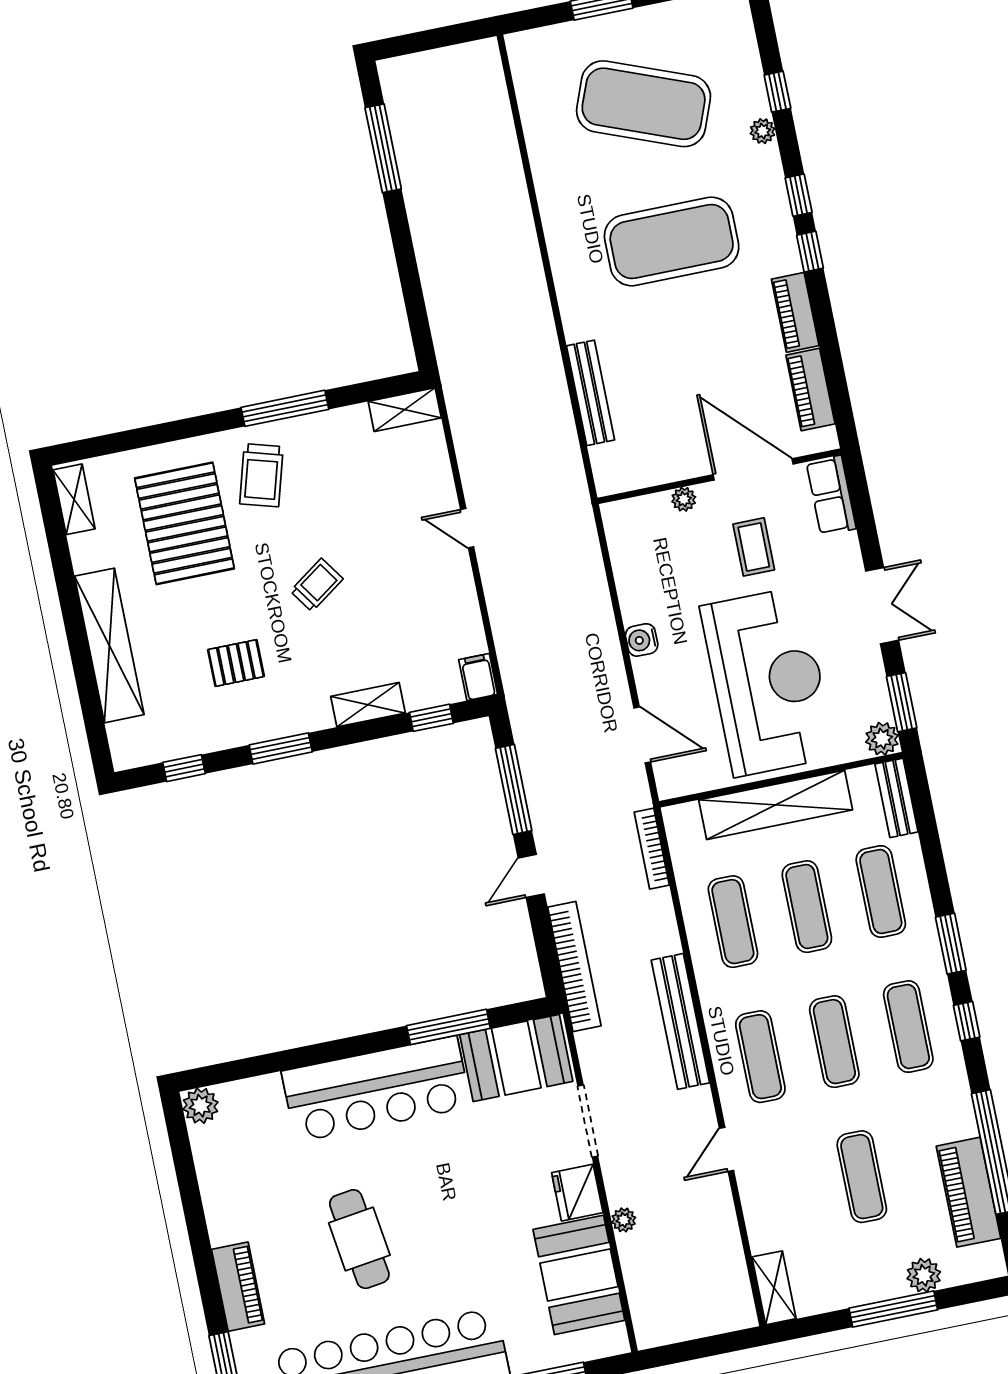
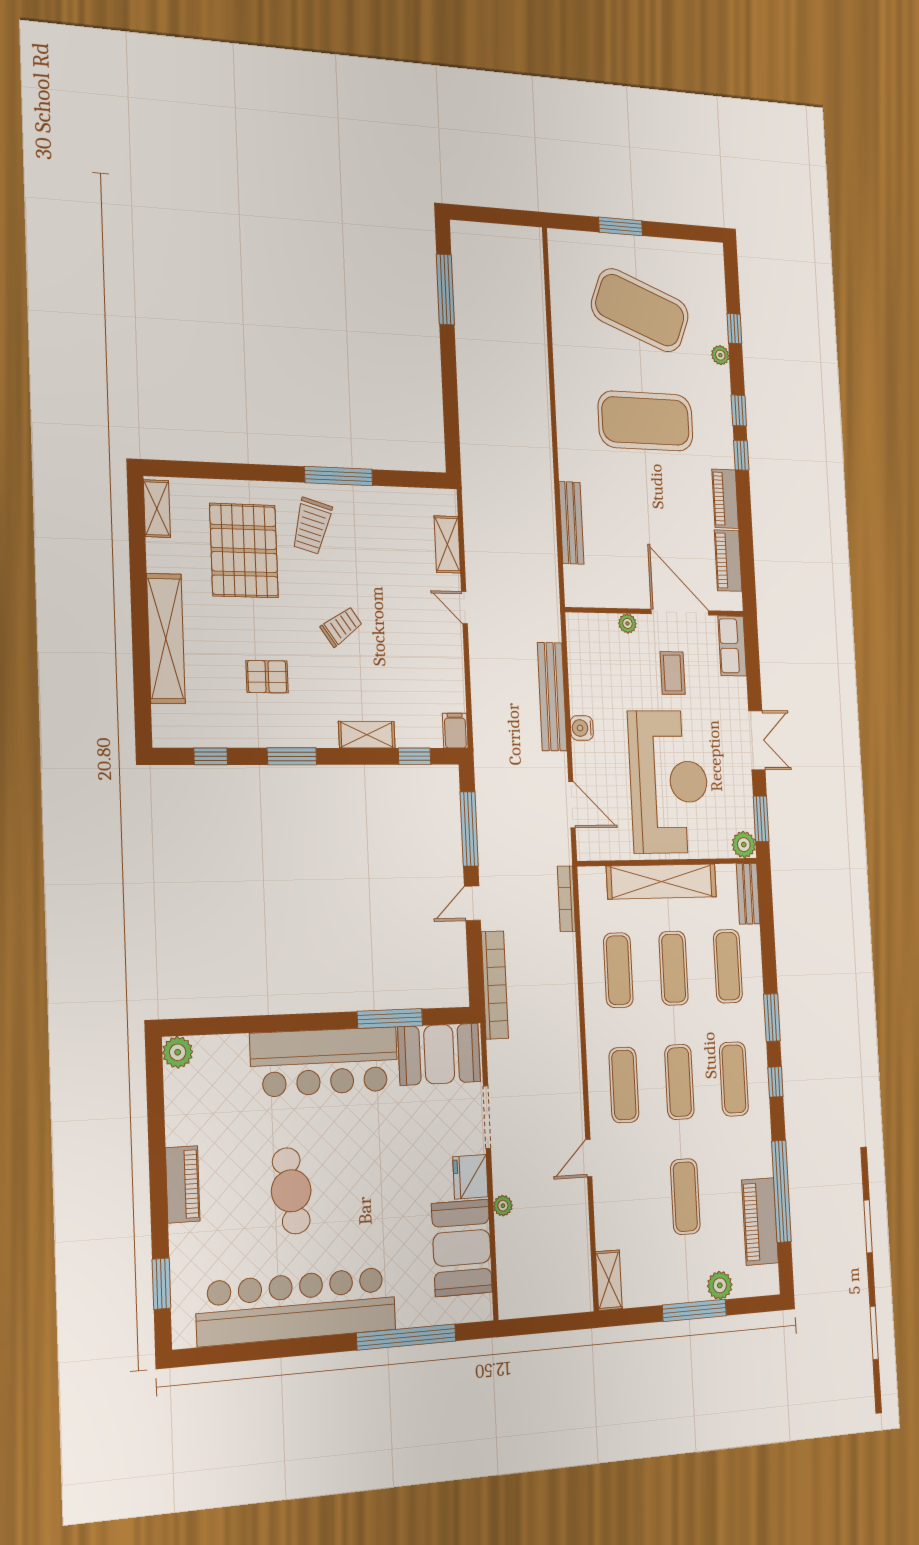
shelving: (405, 410) -> (447, 544), moved, turned 90
bench: (680, 1021) -> (552, 697), moved
piano: (238, 1287) -> (183, 1184), moved

